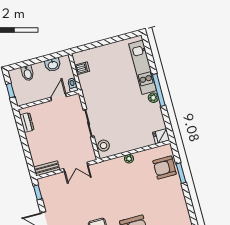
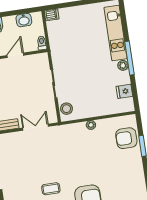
dishwasher: (82, 68) -> (52, 15), moved
door: (59, 97) -> (15, 55), moved
fridge: (161, 136) -> (124, 91), moved
double door: (76, 167) -> (35, 127), swing flipped

